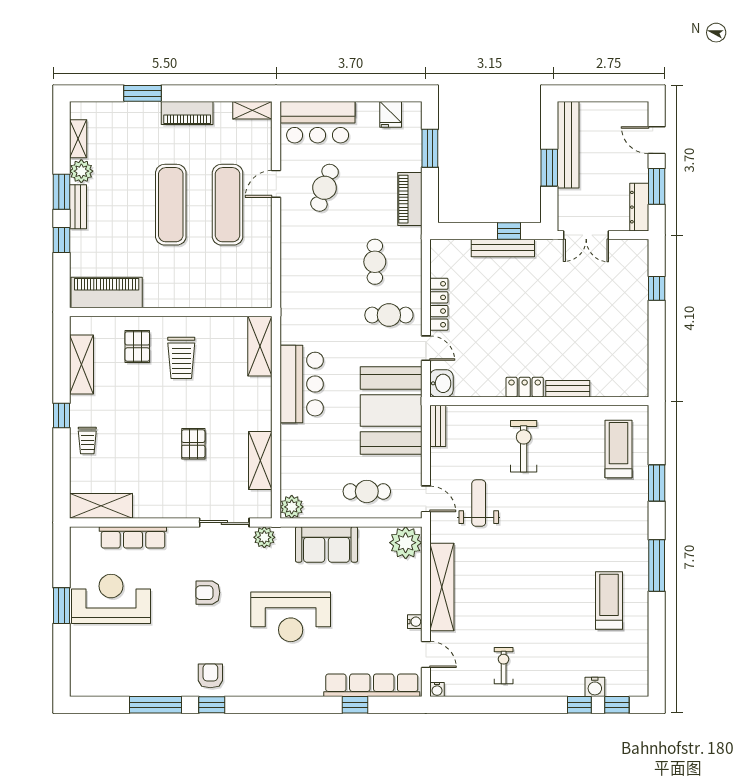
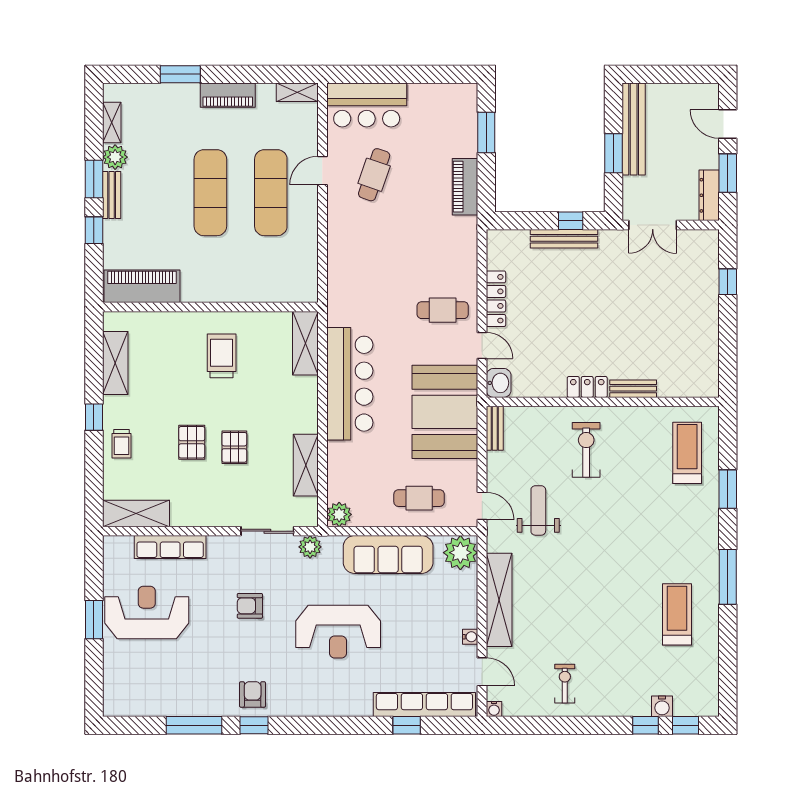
fridge: (391, 114) -> (445, 97), removed
cafe table: (375, 262) -> (428, 253), removed
pallet: (137, 346) -> (192, 442), moved
trolley: (181, 358) -> (222, 356), turned 180
bar counter: (302, 384) -> (350, 384), width x1.36
sofa: (326, 544) -> (388, 555), width x1.36

